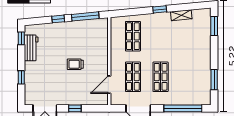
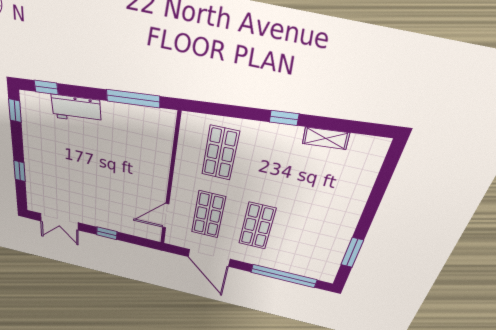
window: (58, 19) -> (46, 87), moved
window: (214, 26) -> (386, 172), removed
workbench: (31, 48) -> (76, 109), moved, turned 85
trolley: (75, 64) -> (110, 173), removed

